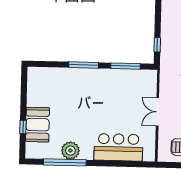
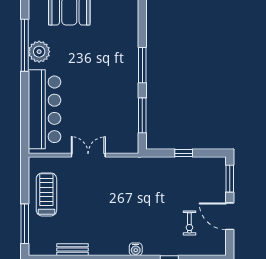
window: (157, 45) -> (184, 153), moved
bar counter: (118, 147) -> (44, 109), width x1.36

